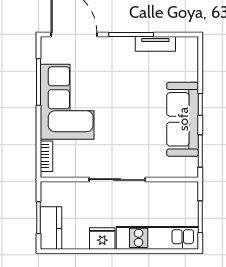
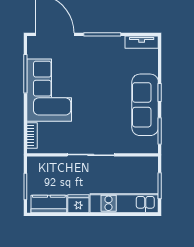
tv unit: (155, 44) -> (142, 42), moved
kitchen counter: (51, 228) -> (49, 204), moved, turned -90

